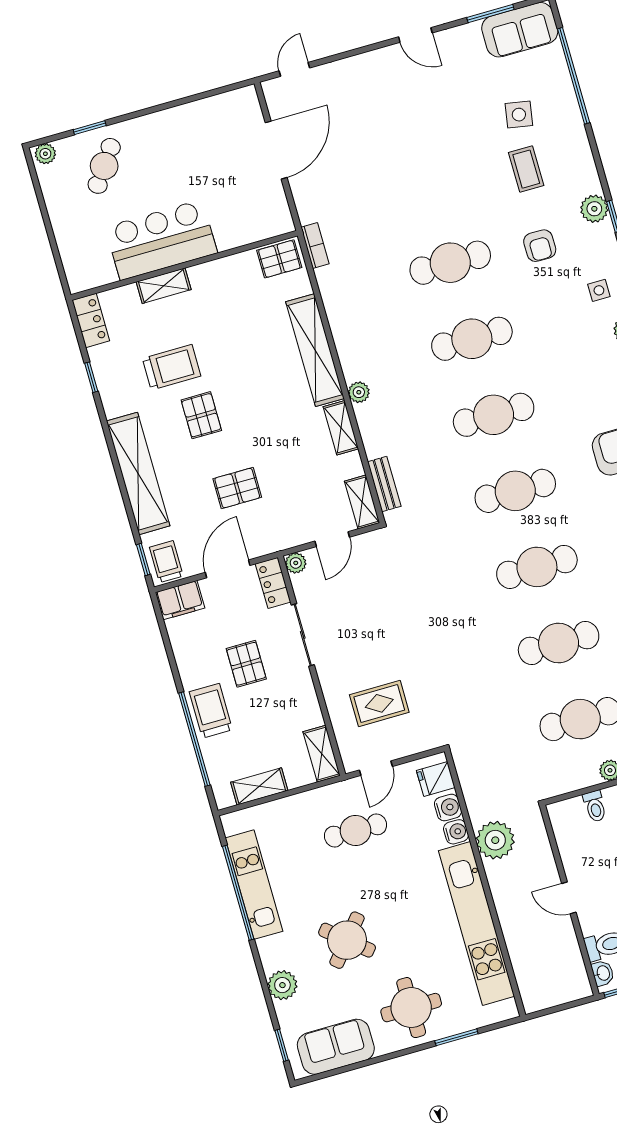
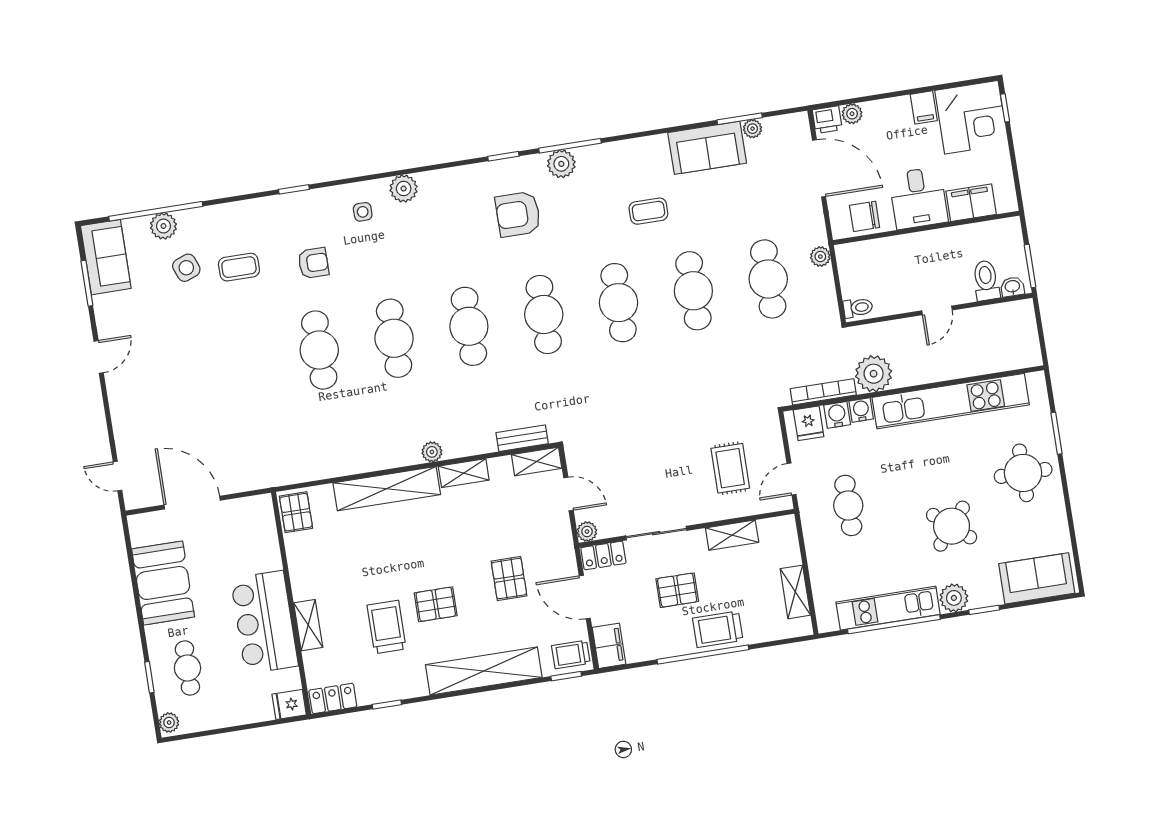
side table: (519, 115) -> (186, 268), turned -31
booth: (189, 130) -> (163, 583), added
cafe table: (104, 166) -> (187, 668), turned 55
plant: (594, 209) -> (163, 226), moved
bookcase: (315, 246) -> (823, 392), moved, width x1.56
fridge: (79, 276) -> (289, 704), added
window: (194, 739) -> (703, 654), moved
shelving: (322, 754) -> (732, 535), moved
door: (376, 768) -> (791, 479), swing flipped
toilet: (595, 806) -> (858, 308), moved
plant: (282, 985) -> (954, 598), moved
window: (282, 1045) -> (984, 610), moved
sofa: (336, 1047) -> (1037, 578), moved, turned 90

